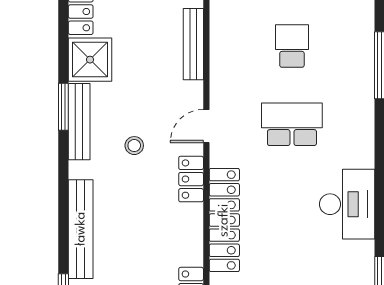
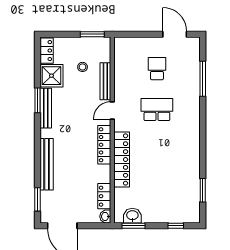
bench: (193, 44) -> (105, 81), moved
stool: (134, 146) -> (83, 67), moved
locker: (191, 179) -> (104, 145), width x1.53
desk: (347, 204) -> (186, 151), removed

